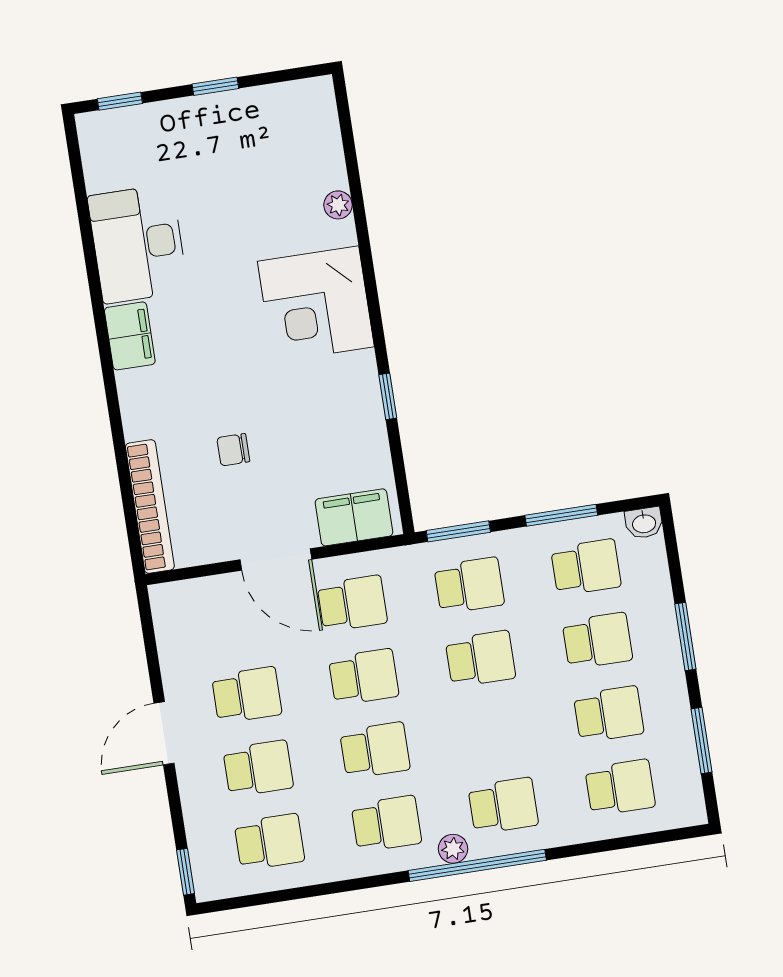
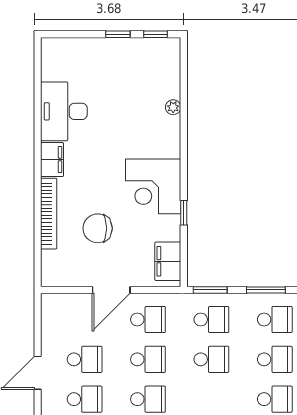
window: (120, 101) -> (156, 34), moved
corner desk: (316, 304) -> (153, 186), moved
chair: (233, 450) -> (98, 228), width x1.87, depth x1.87
bookcase: (150, 506) -> (49, 214), moved
filing cabinet: (354, 517) -> (168, 261), moved, turned -90
door: (276, 560) -> (111, 290), hinge flipped

